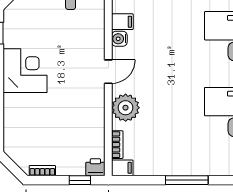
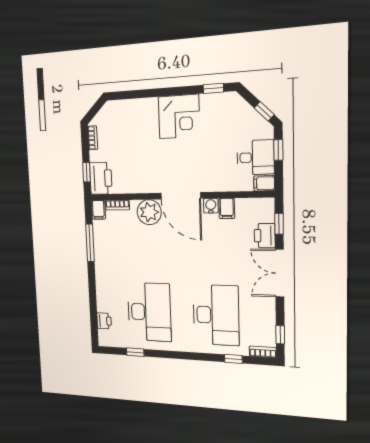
door: (108, 72) -> (181, 196), width x1.87
printer: (95, 167) -> (101, 178), width x1.87, depth x1.48
window: (187, 180) -> (90, 243), moved

